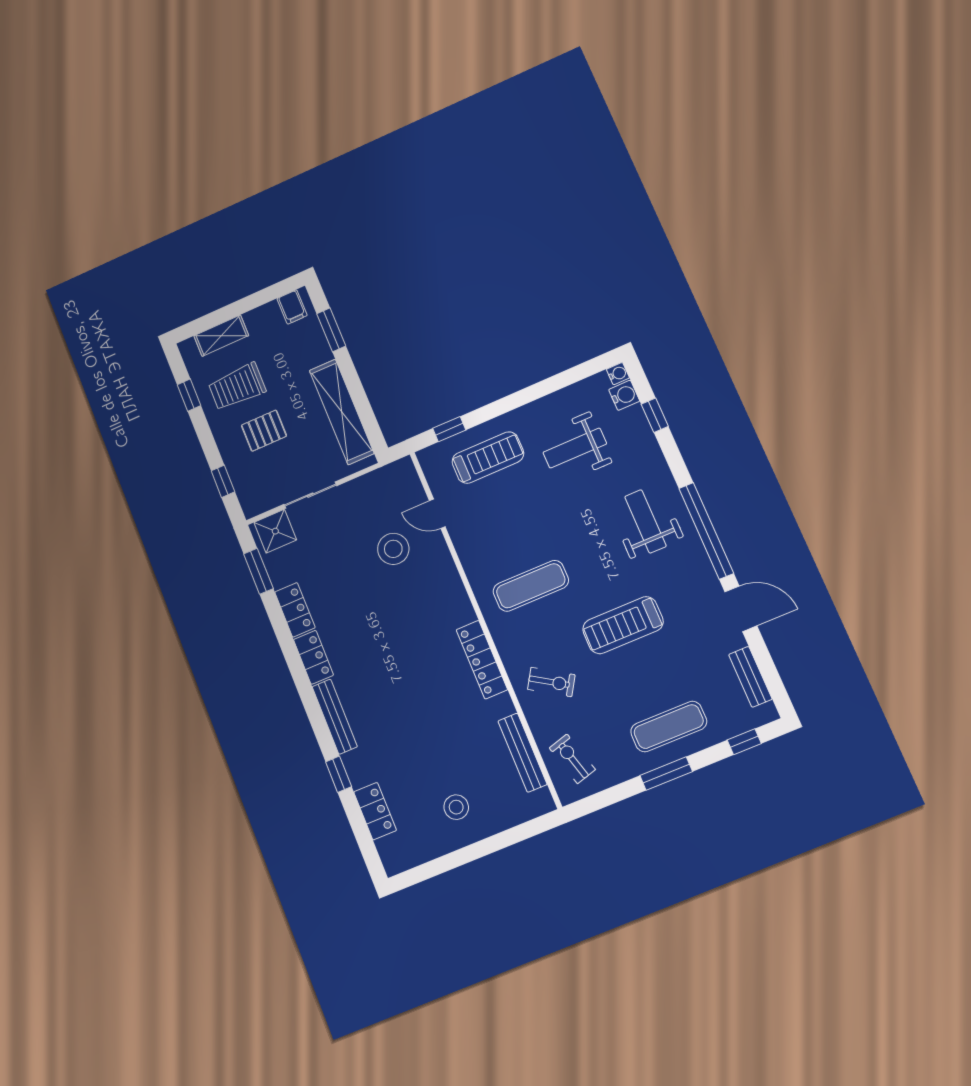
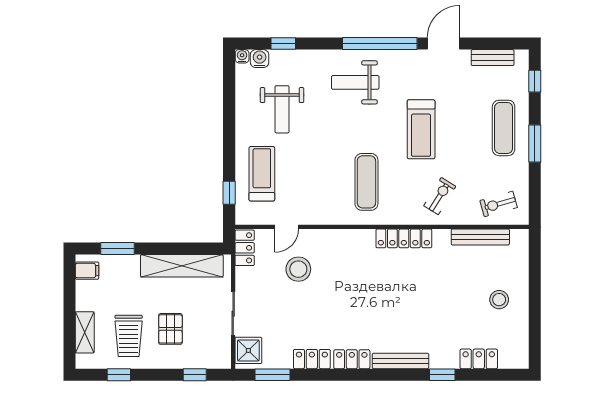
locker: (392, 475) -> (245, 248), added

